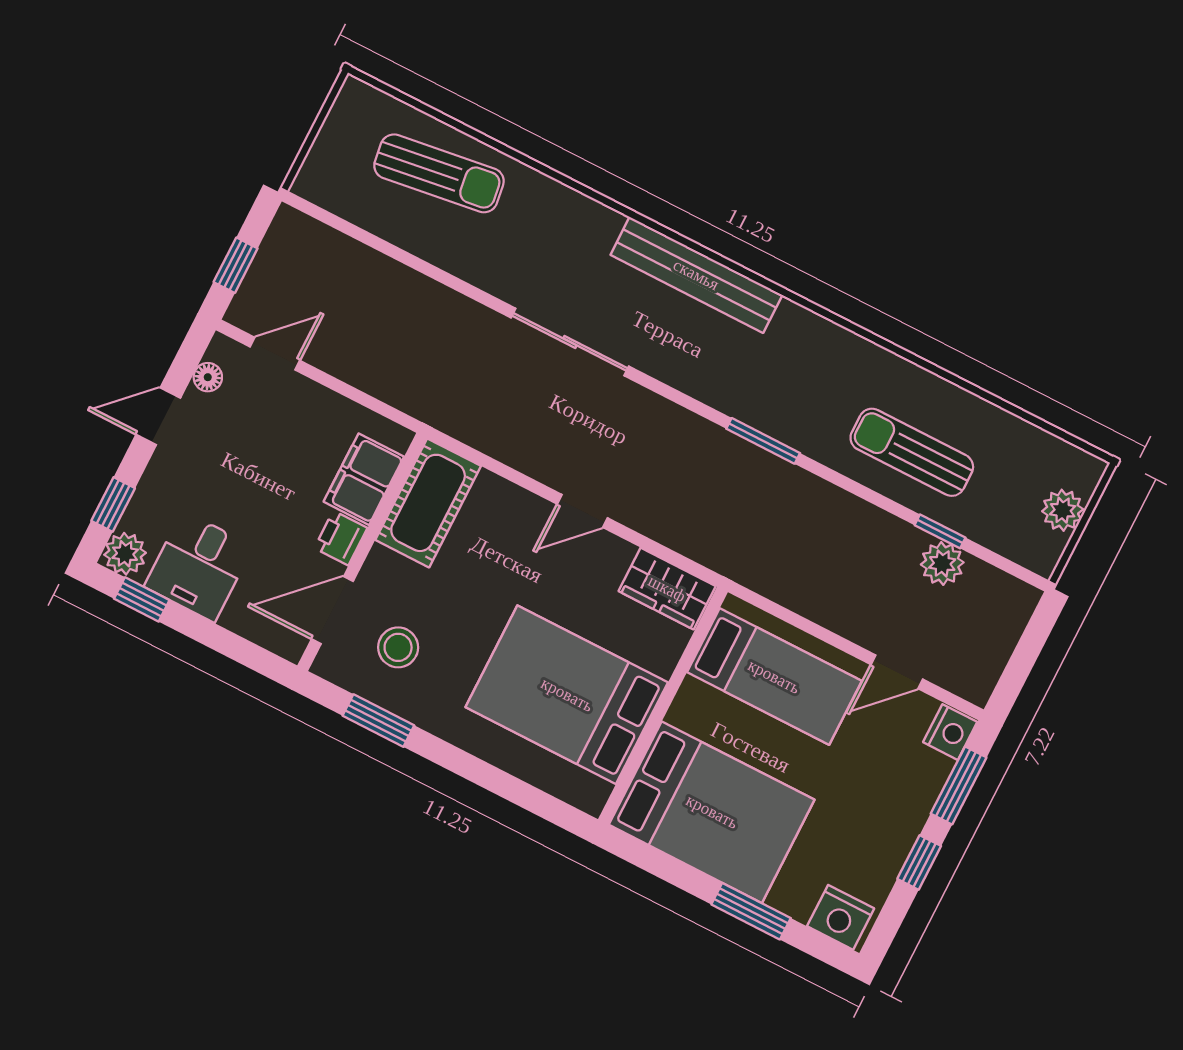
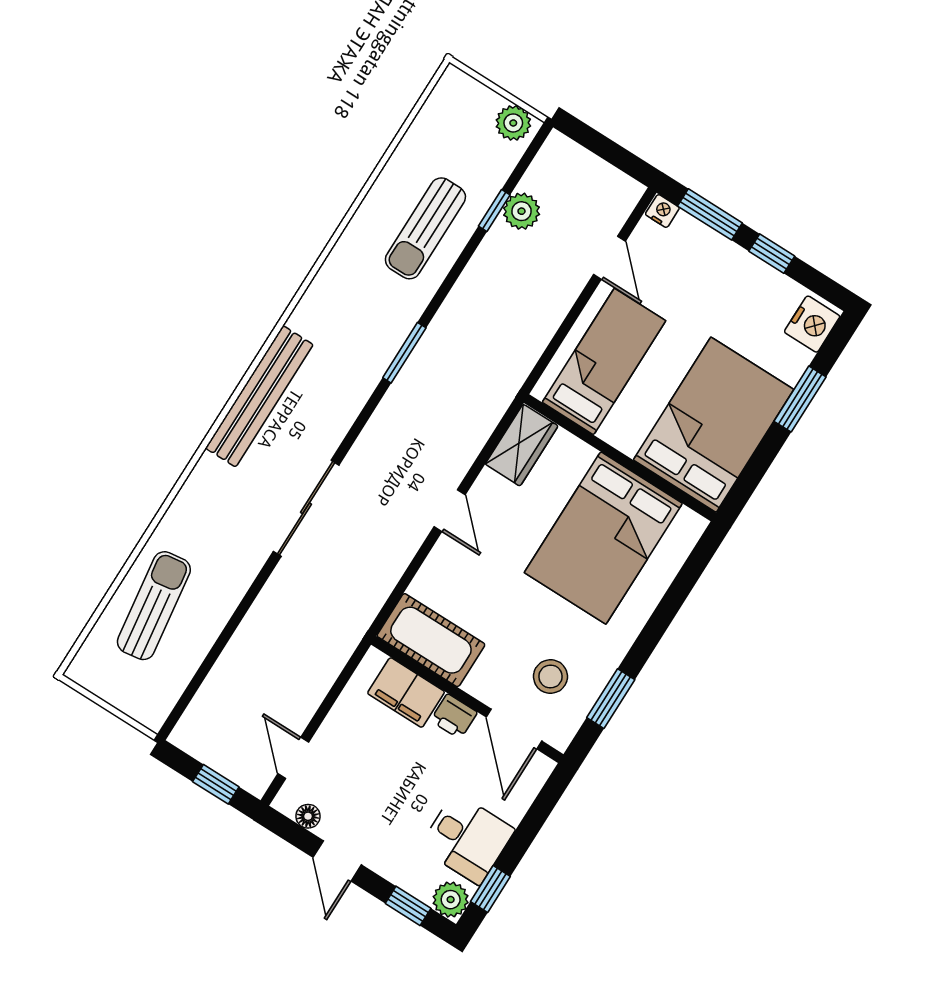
plant: (1063, 510) -> (513, 123), moved
nightstand: (950, 732) -> (662, 211), width x0.72, depth x0.74

